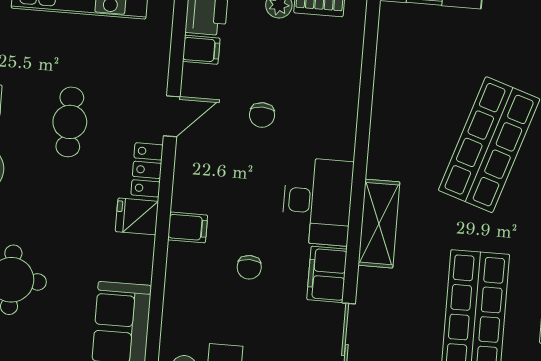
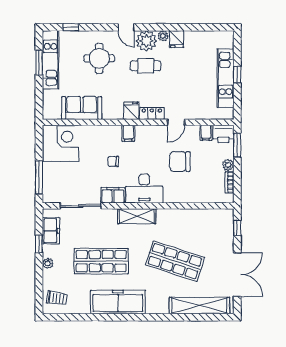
chair: (262, 115) -> (180, 161), width x1.87, depth x1.87
door: (172, 116) -> (176, 122), hinge flipped
cafe table: (70, 122) -> (146, 66), moved

